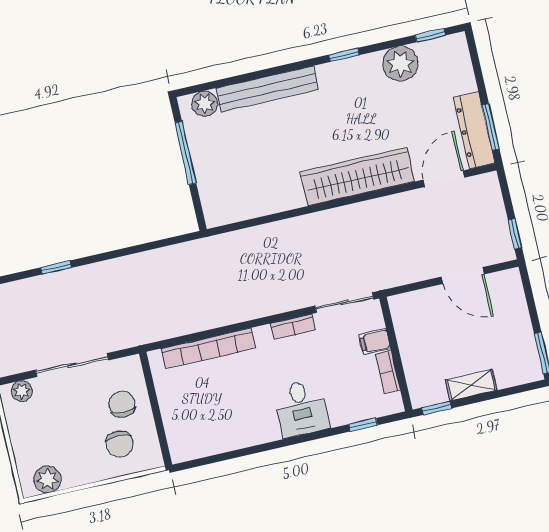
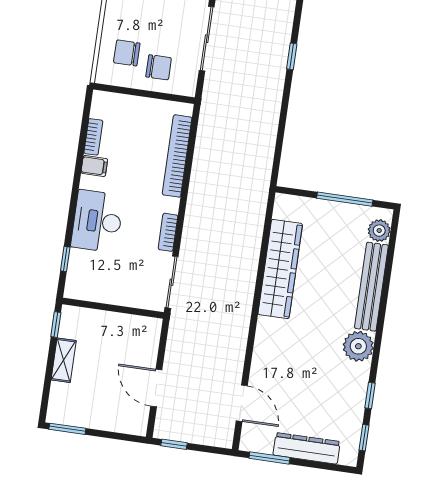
window: (344, 55) -> (370, 396), moved
plant: (400, 64) -> (358, 346), moved
dresser: (474, 130) -> (307, 448), moved
wardrobe: (357, 176) -> (280, 269), moved
door: (463, 275) -> (156, 388), hinge flipped
filing cabinet: (375, 342) -> (94, 166), moved, turned 90
bookcase: (388, 372) -> (93, 137), moved, turned 90
desk: (301, 408) -> (97, 221), width x1.37

